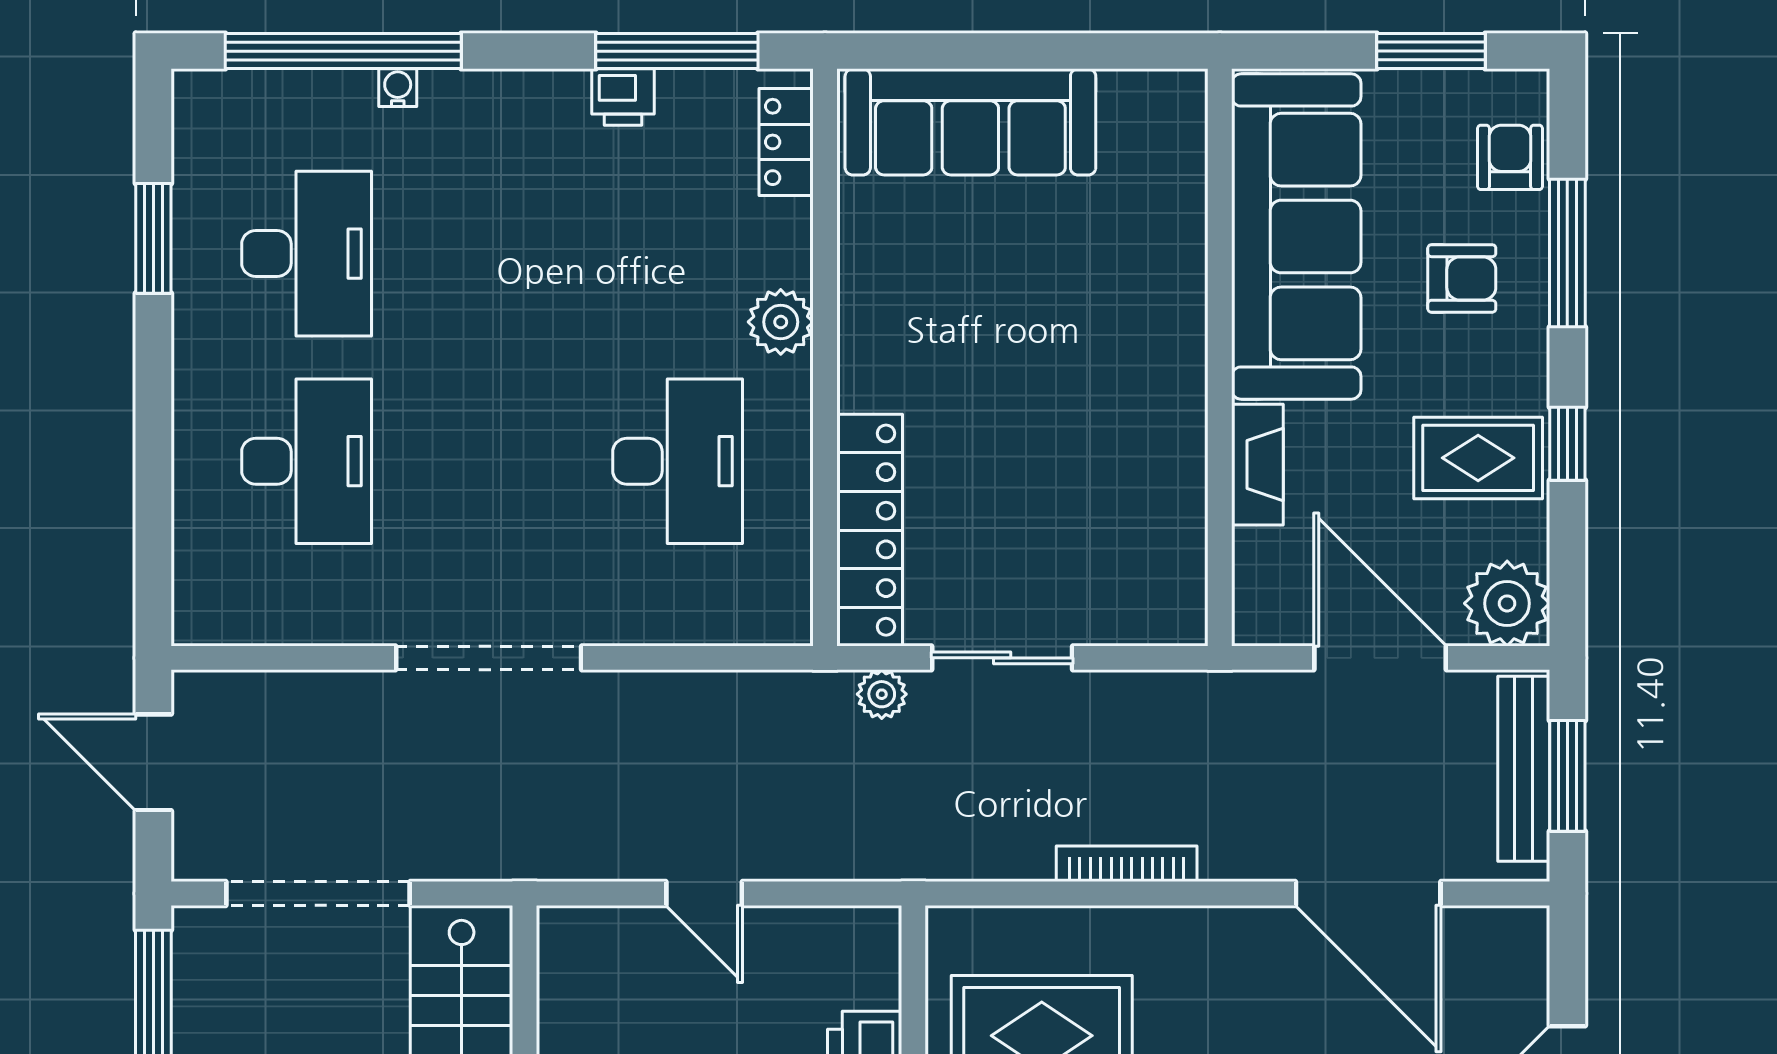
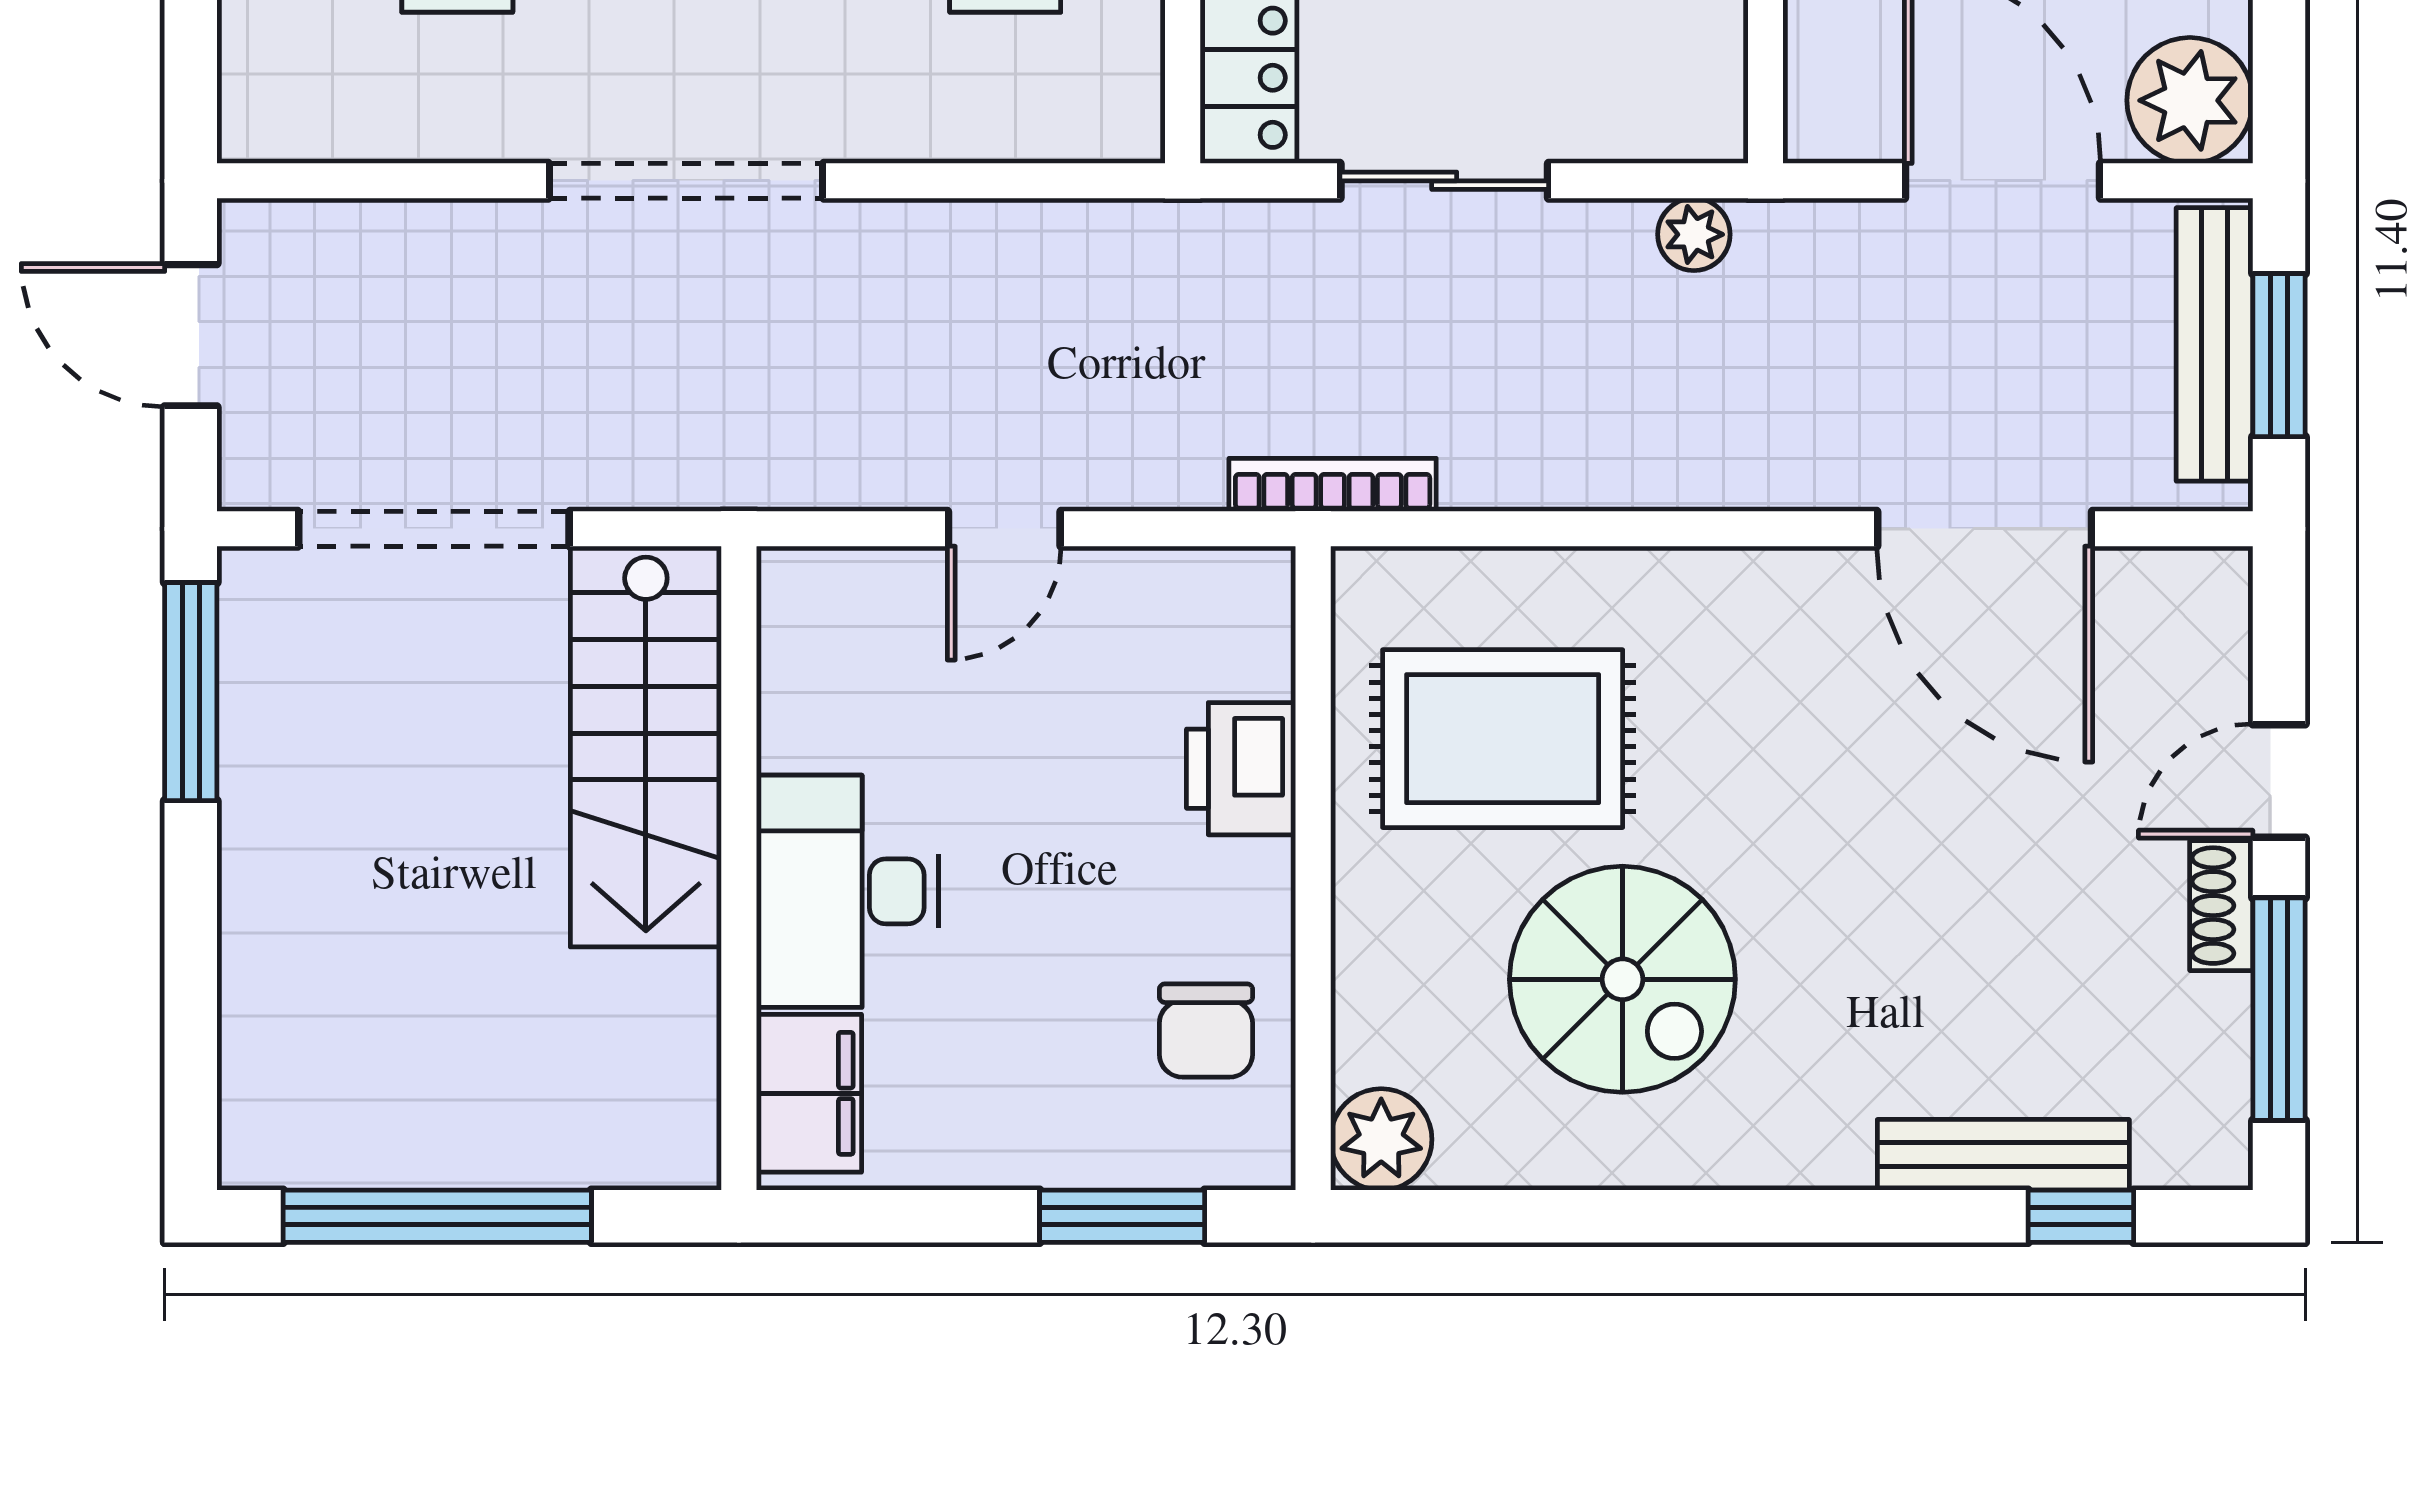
plant: (882, 694) -> (1694, 234), moved
bookcase: (1127, 864) -> (1333, 485), moved
door: (704, 894) -> (1004, 529), hinge flipped

